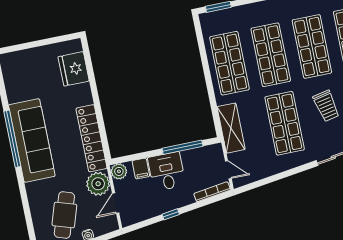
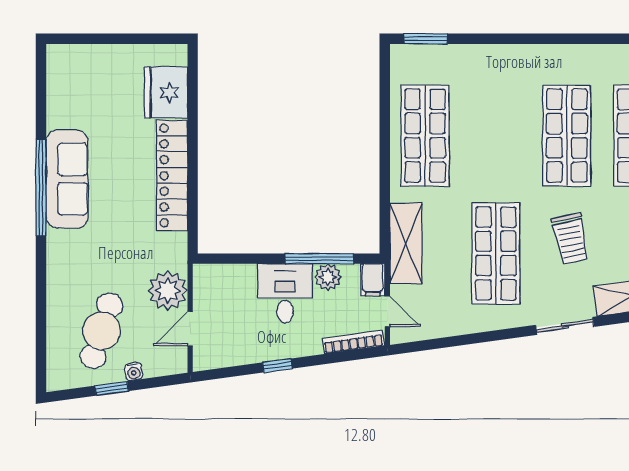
shop shelf: (271, 55) -> (496, 136), removed
locker: (91, 138) -> (172, 175), moved
sofa: (32, 140) -> (67, 179), width x0.74, depth x0.79
filing cabinet: (141, 169) -> (373, 280), moved
plant: (119, 171) -> (328, 277), moved

